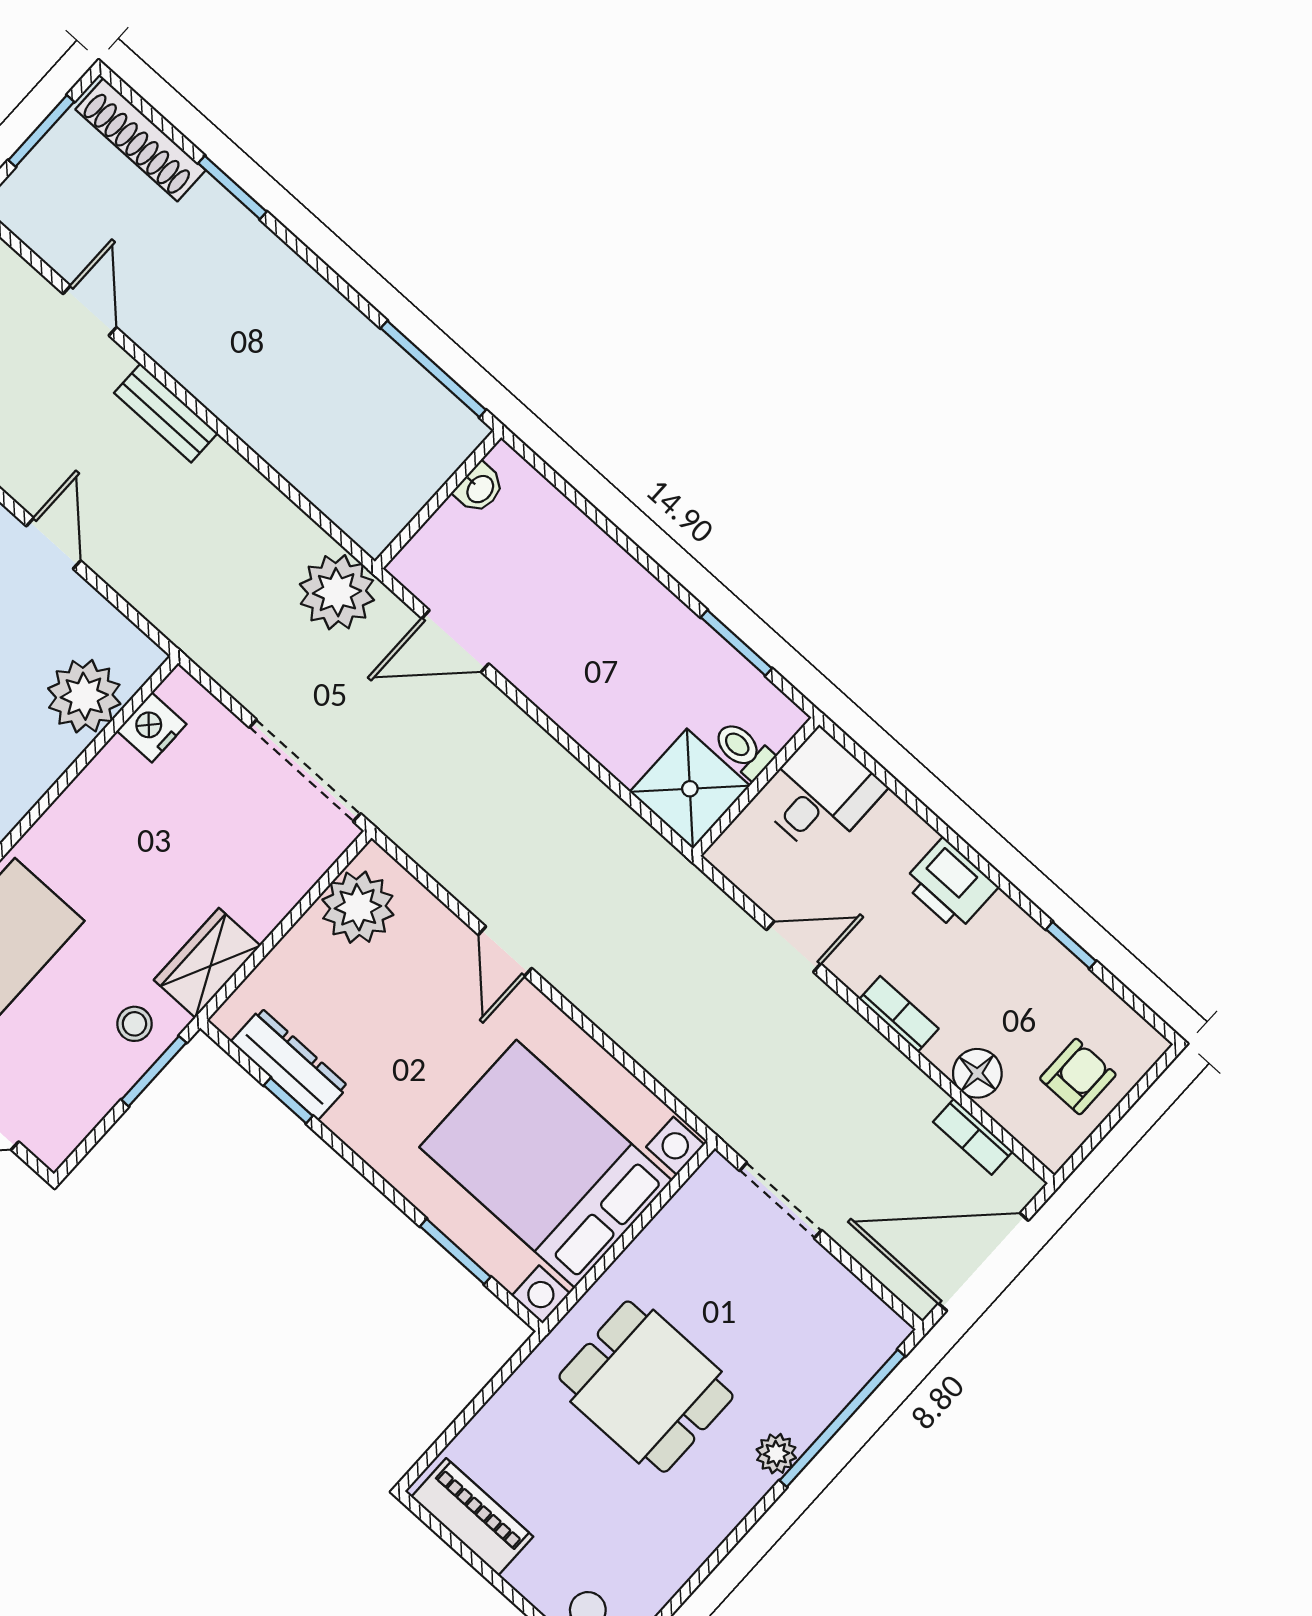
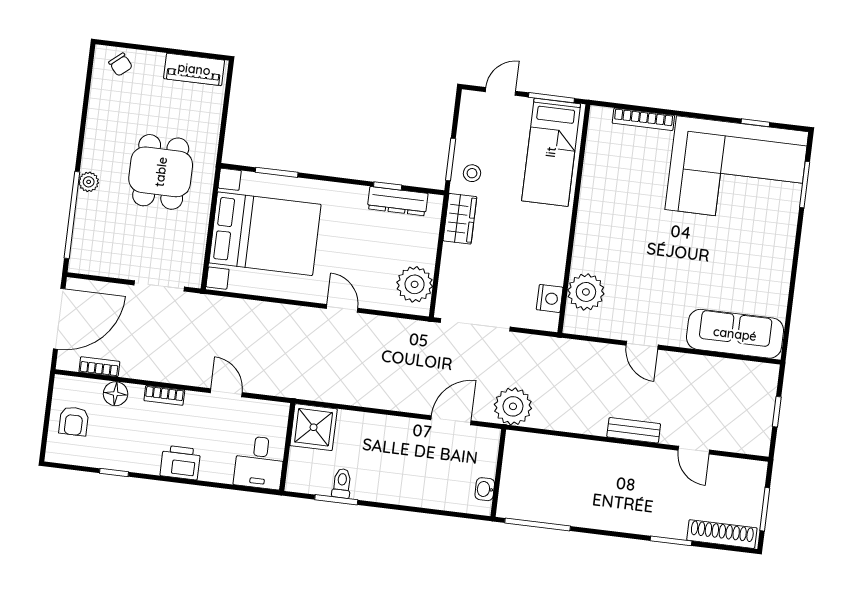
toilet: (743, 750) -> (342, 483), moved, turned -90
door: (794, 947) -> (226, 393), swing flipped
dining table: (646, 1387) -> (161, 172), turned 90

